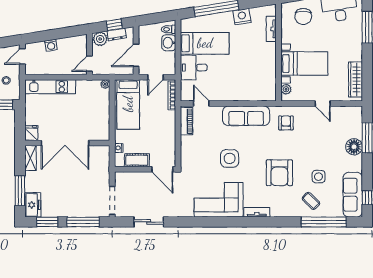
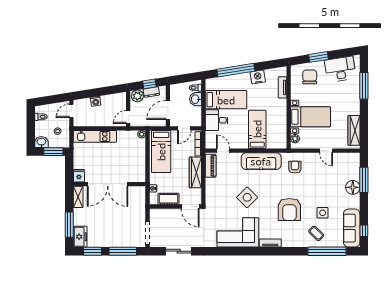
chair: (303, 17) -> (310, 77), turned 180
bed: (241, 78) -> (257, 129), added
wardrobe: (169, 129) -> (195, 172), added
side table: (230, 158) -> (247, 197), turned 45

